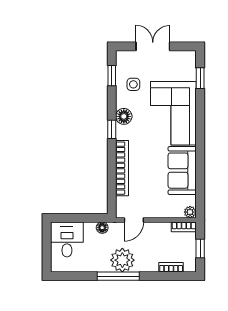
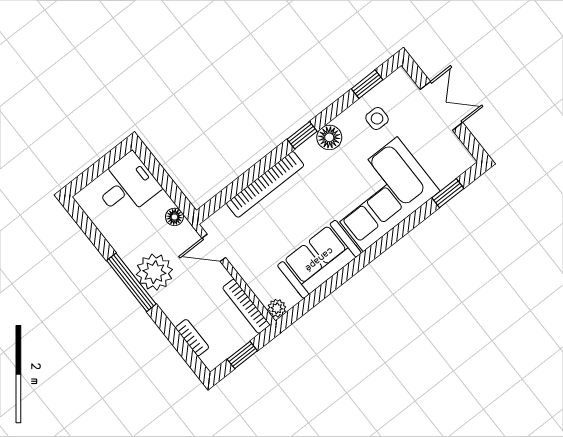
bookcase: (184, 227) -> (246, 306), width x1.56

